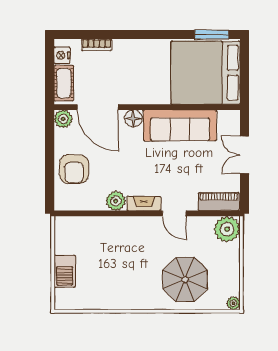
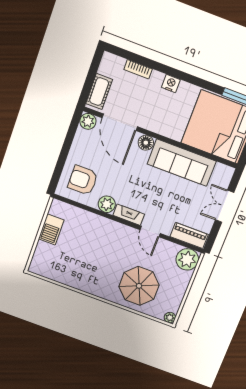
nightstand: (62, 55) -> (171, 84), moved, turned 90
armchair: (74, 169) -> (83, 180), moved, turned 90
barbecue: (65, 271) -> (51, 229), moved

